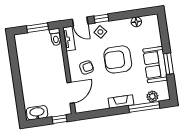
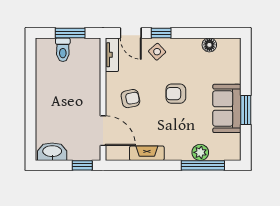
toilet: (56, 37) -> (63, 50), moved
armchair: (118, 59) -> (176, 94), width x0.53, depth x0.53
door: (71, 93) -> (103, 131), hinge flipped
plant: (152, 96) -> (200, 152), moved
fireplace: (121, 102) -> (147, 153), moved

